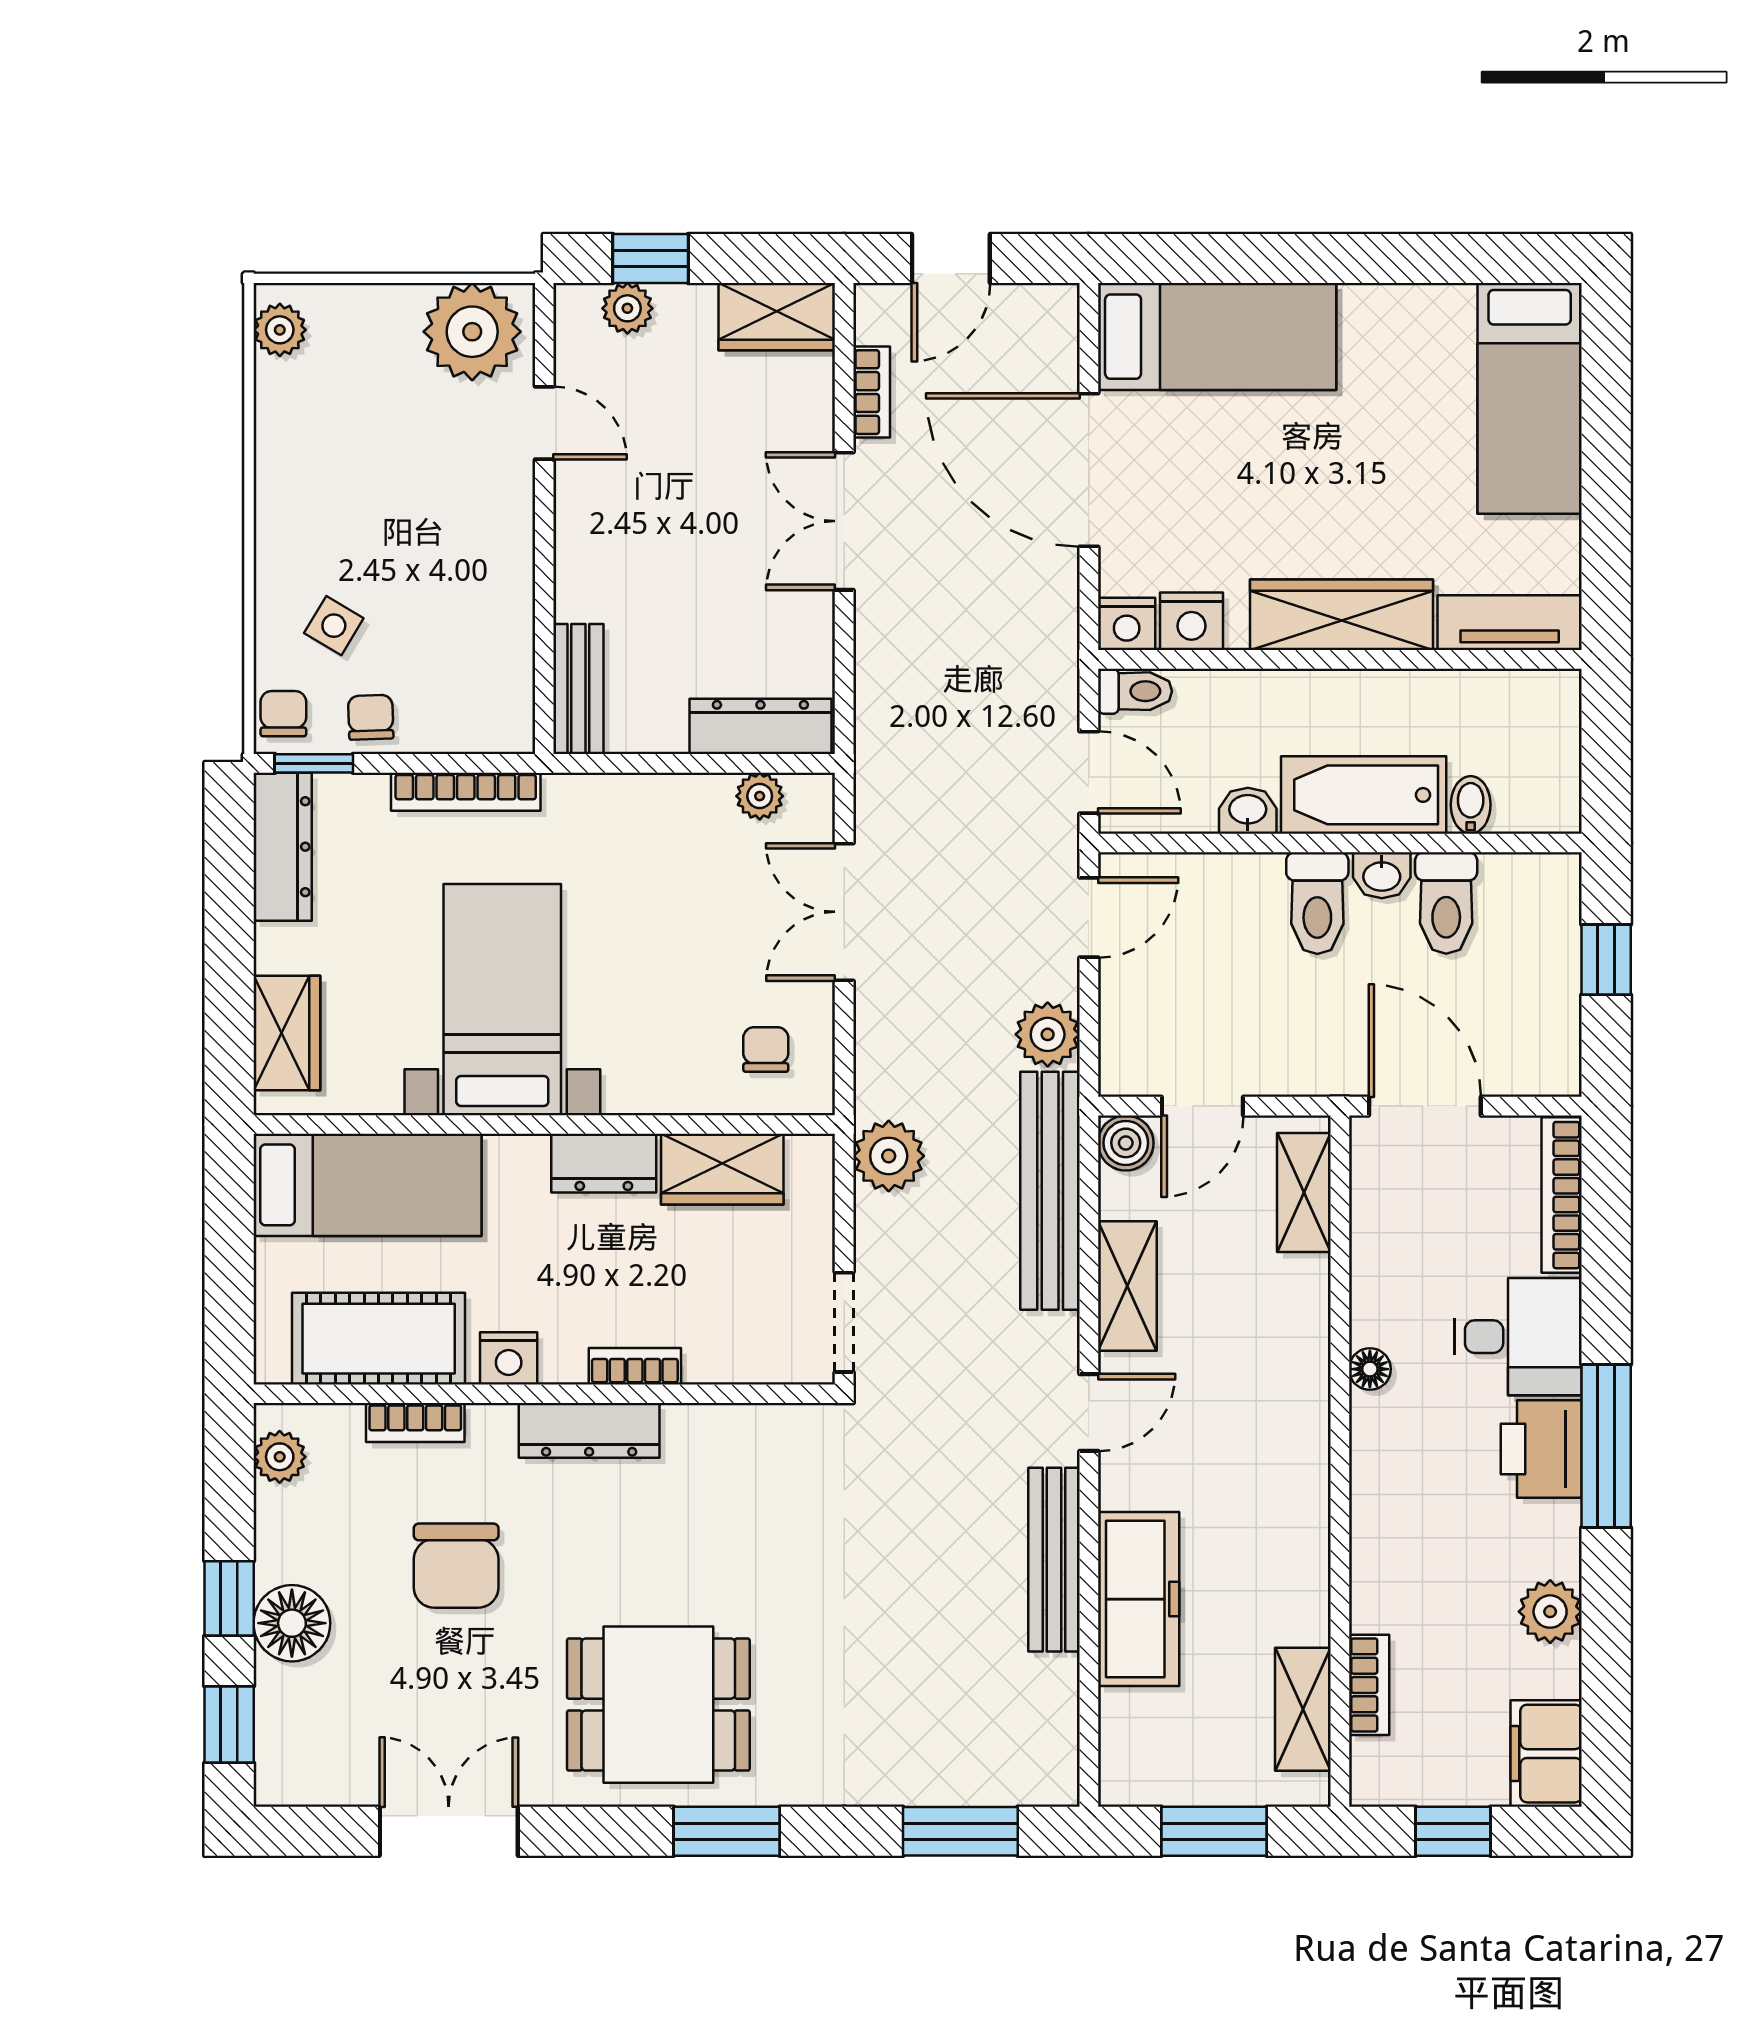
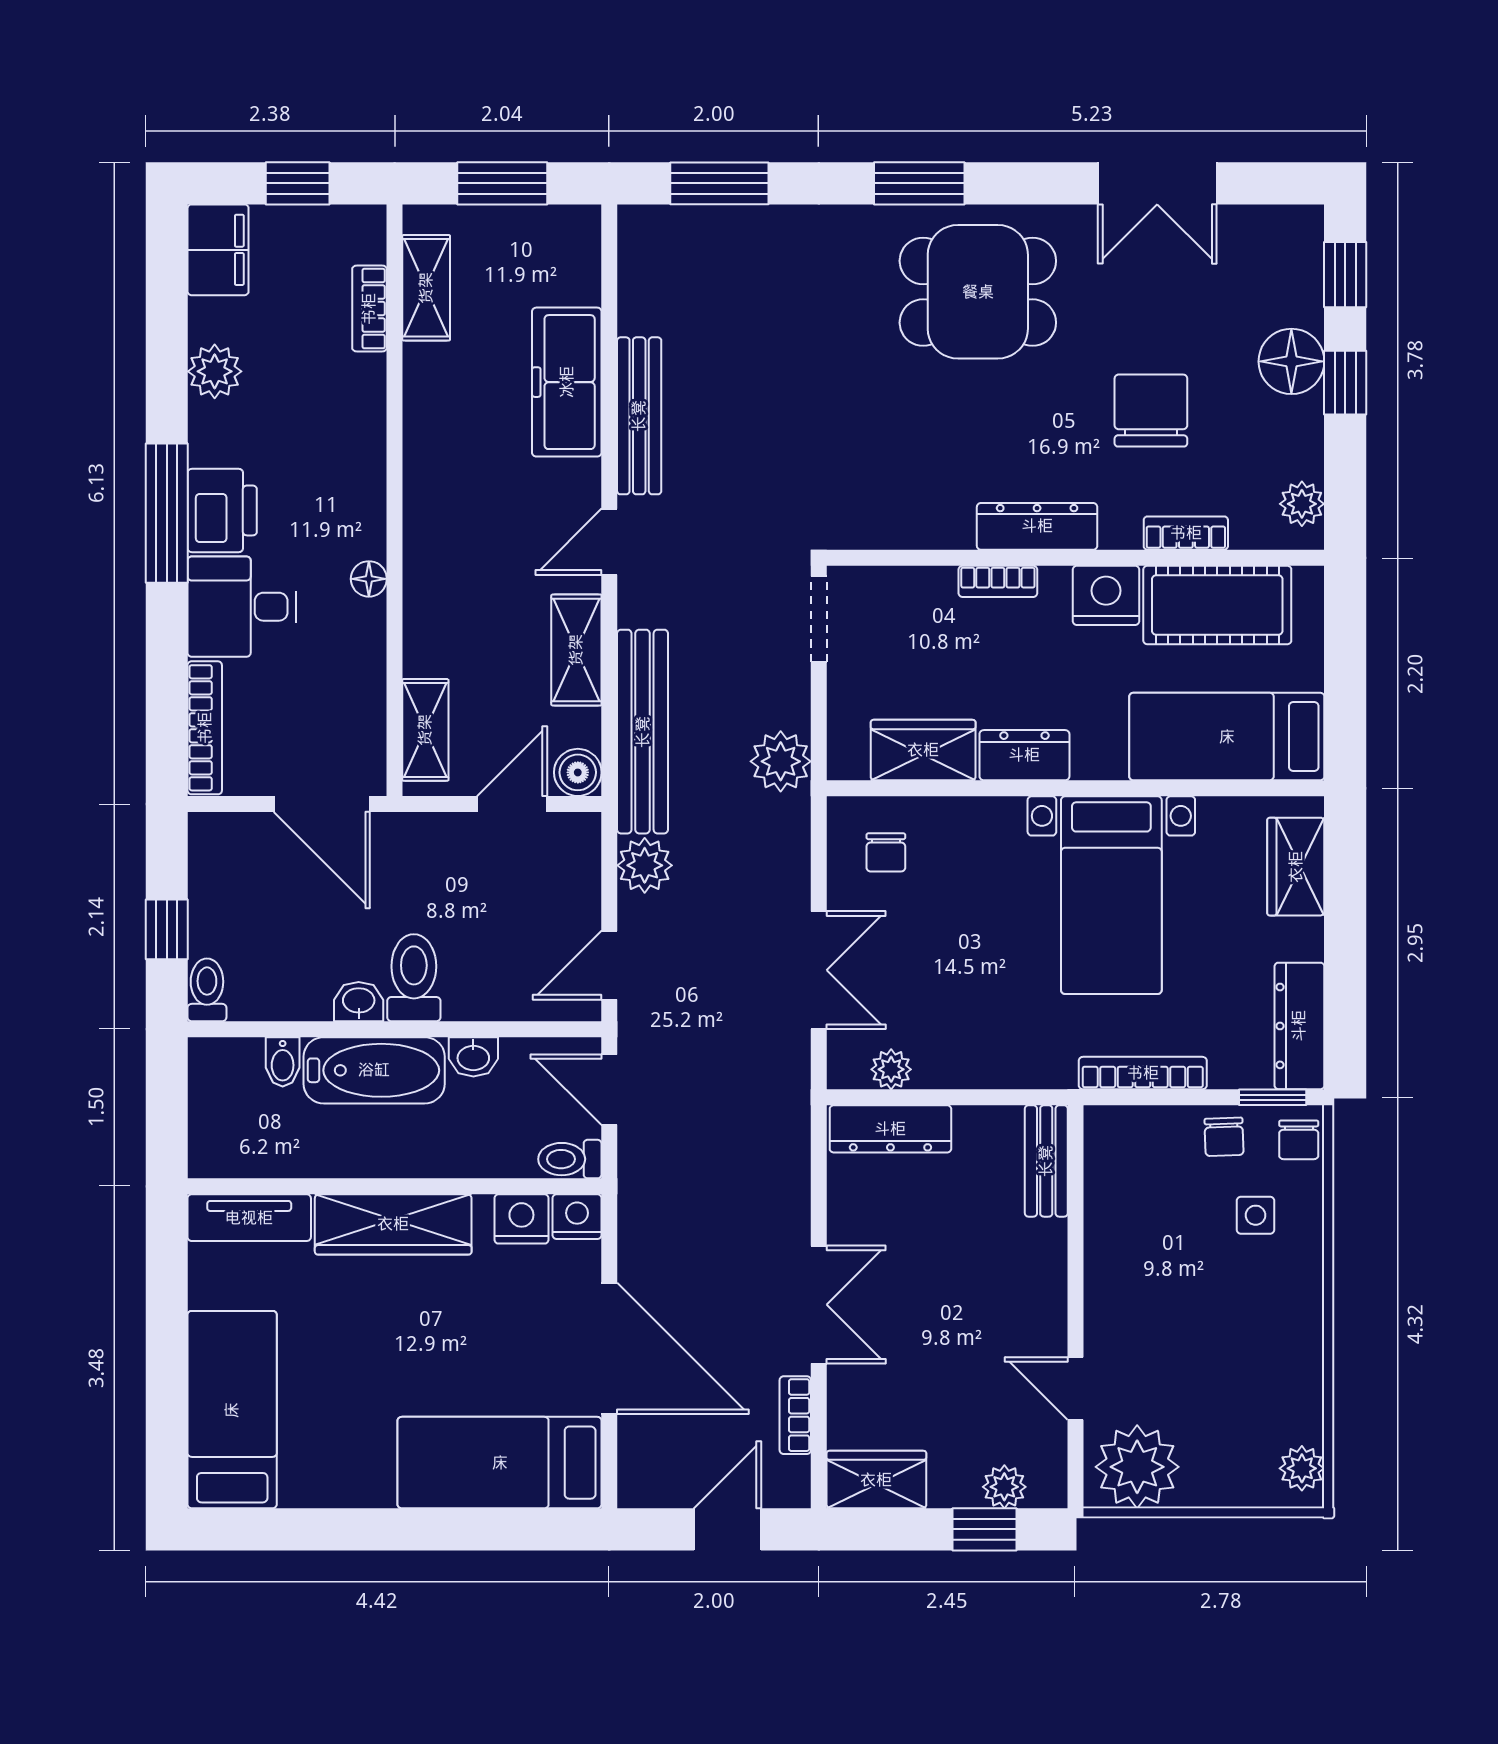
side table: (334, 626) -> (1256, 1215), turned -31
toilet: (1446, 903) -> (207, 990), moved, width x0.73, depth x0.72
nightstand: (509, 1358) -> (1106, 595), width x1.36, depth x1.33

